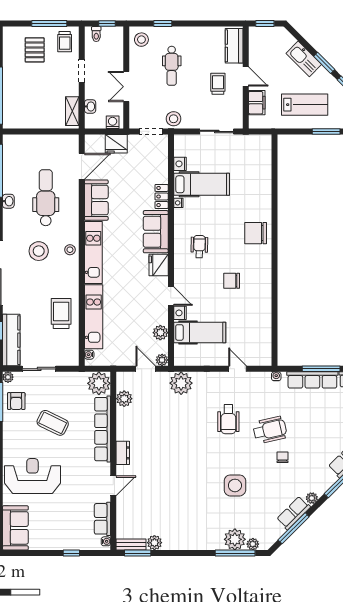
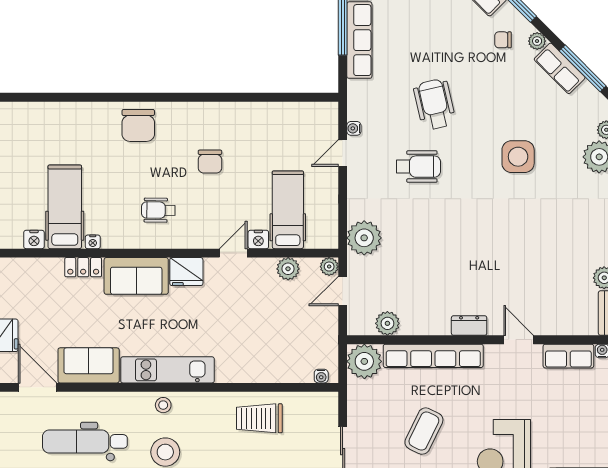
kitchen unit: (94, 317) -> (264, 369), removed
water cooler: (276, 376) -> (354, 128), moved
chair: (282, 457) -> (503, 40), moved

